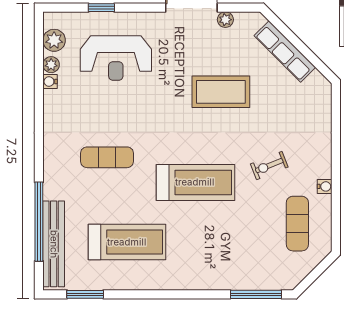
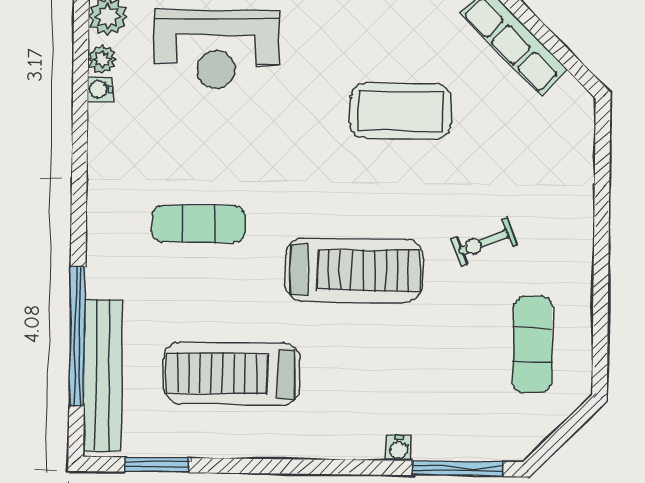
water cooler: (325, 186) -> (399, 448), moved, turned 90
treadmill: (127, 242) -> (232, 373), turned 180

